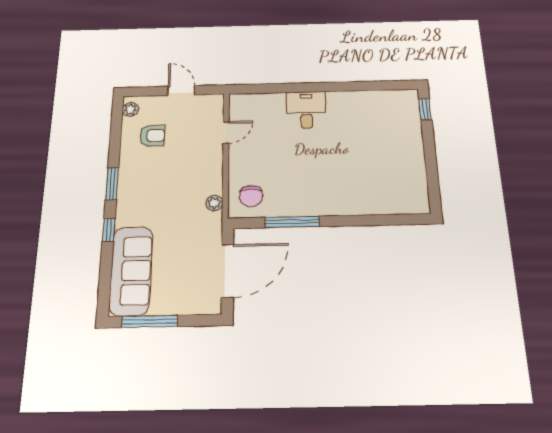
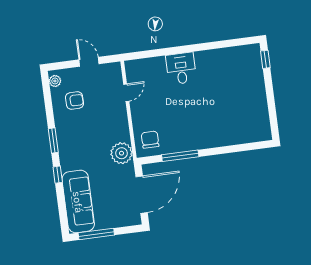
chair: (251, 196) -> (150, 140), turned 180
plant: (214, 203) -> (121, 153), width x1.87, depth x1.87

